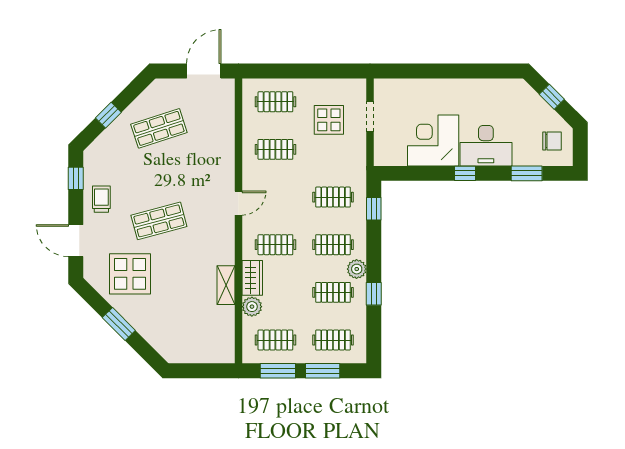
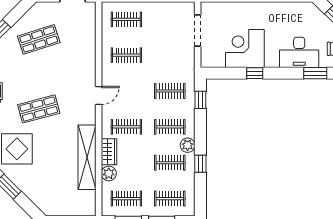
doorway: (370, 117) -> (198, 30), width x1.38
display table: (329, 120) -> (167, 33), removed
desk: (486, 146) -> (299, 52), moved
window: (465, 173) -> (255, 73), moved
shelving: (226, 285) -> (87, 157), width x2.20, depth x1.33

